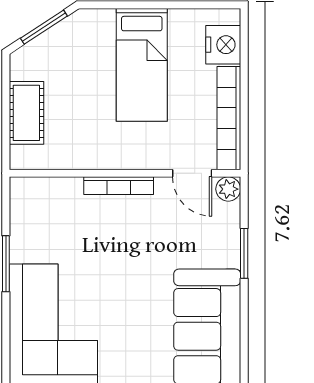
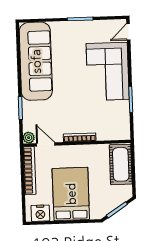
nightstand: (223, 45) -> (40, 213), moved, turned -90
bed: (142, 65) -> (71, 194), width x1.50
cot: (26, 113) -> (121, 164), width x1.37, depth x1.34

